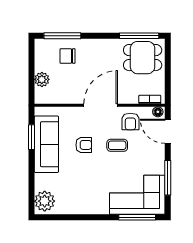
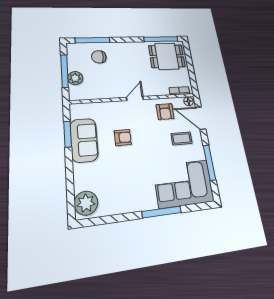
window: (32, 71) -> (64, 71), added
door: (101, 105) -> (135, 98), width x0.53
sofa: (46, 144) -> (84, 140), width x0.73
coffee table: (117, 145) -> (182, 138), moved
window: (137, 217) -> (162, 212), moved

